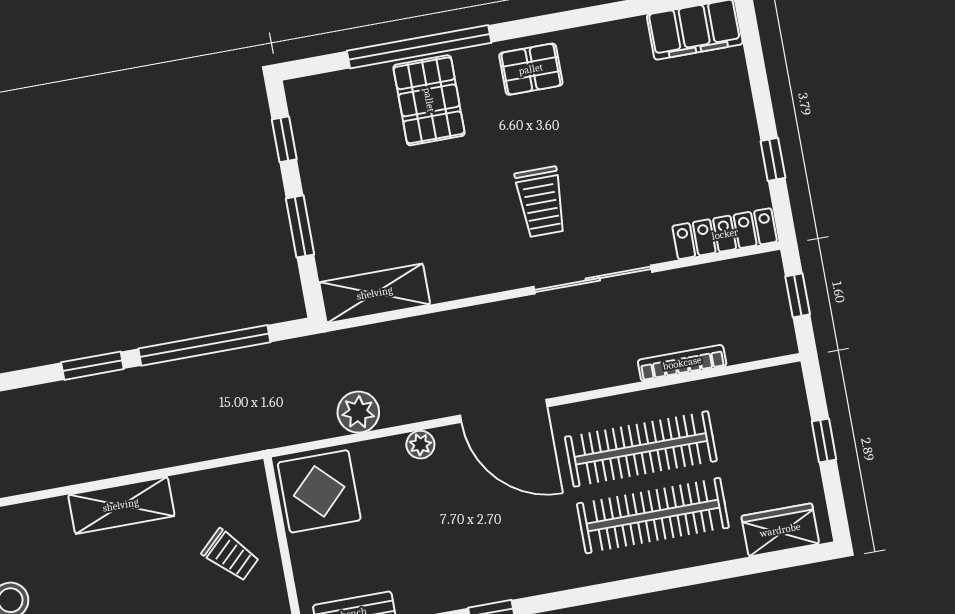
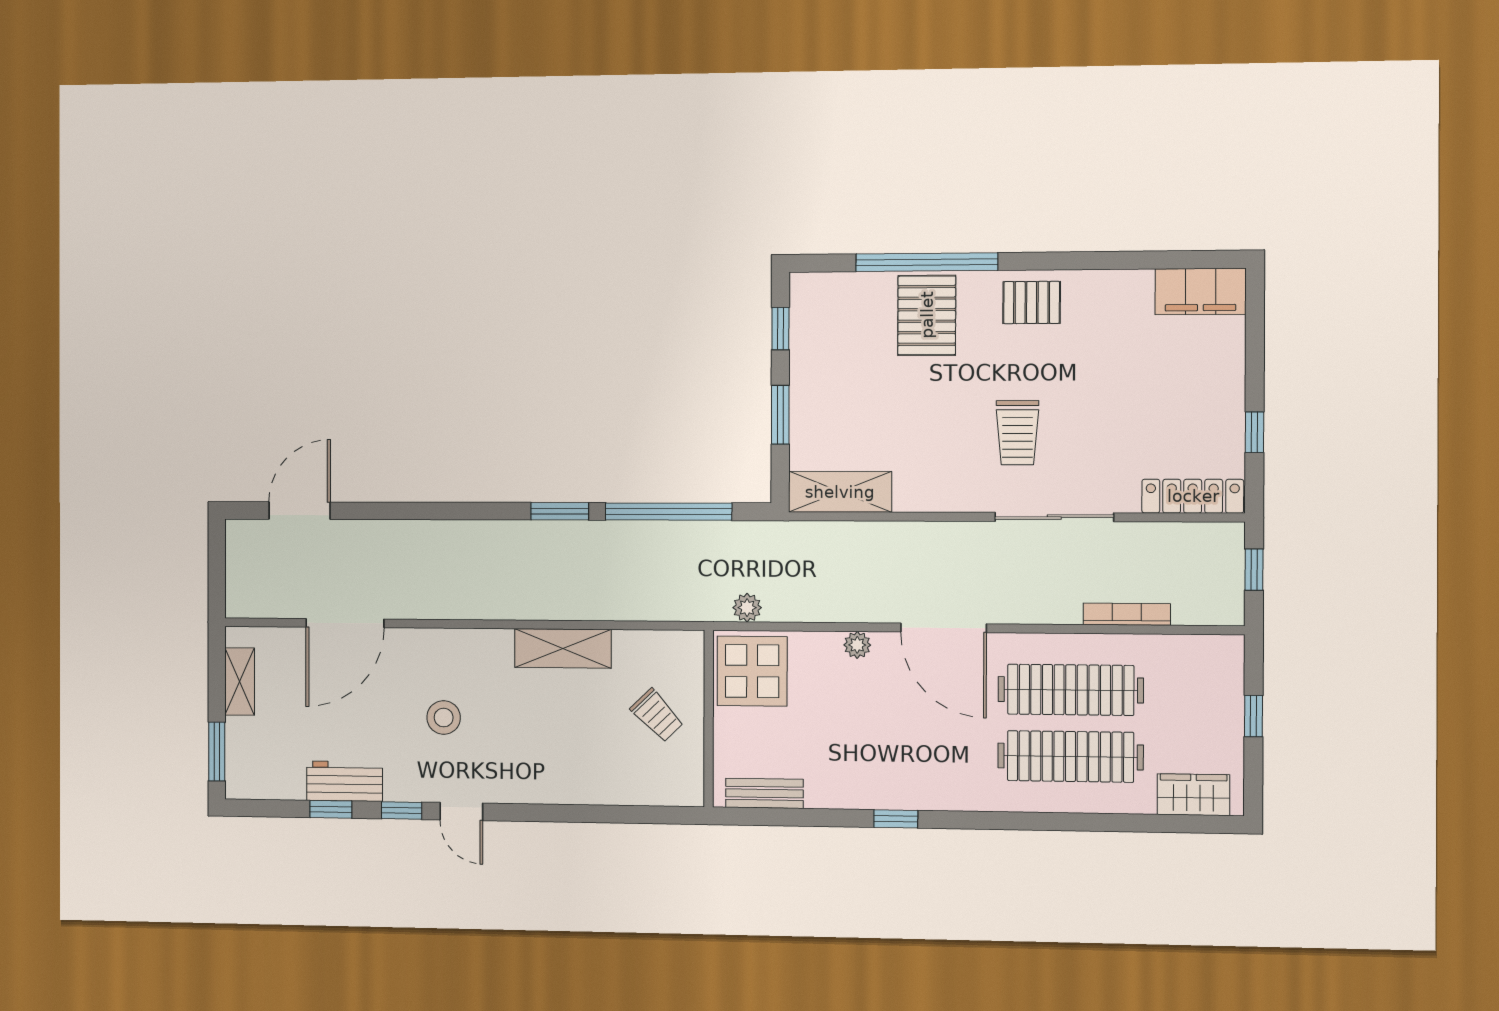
plant: (358, 412) -> (747, 608), moved, width x0.73, depth x0.73

